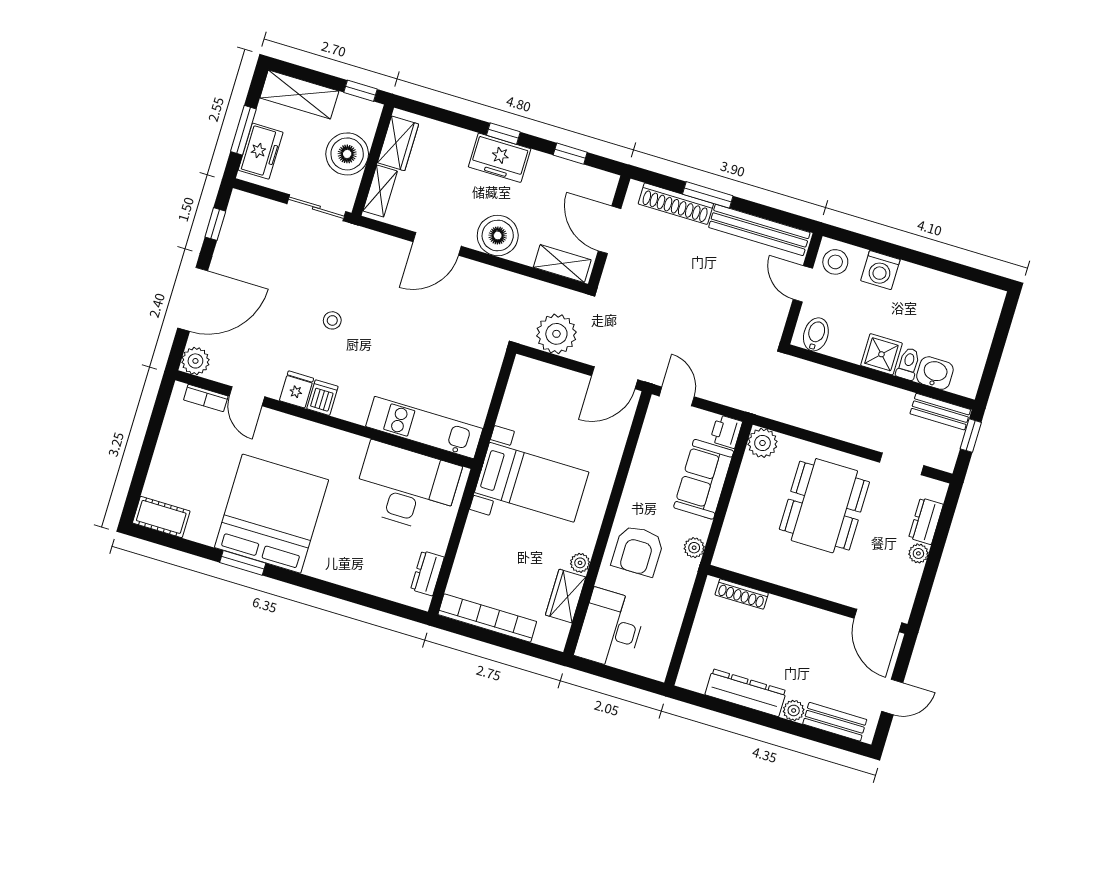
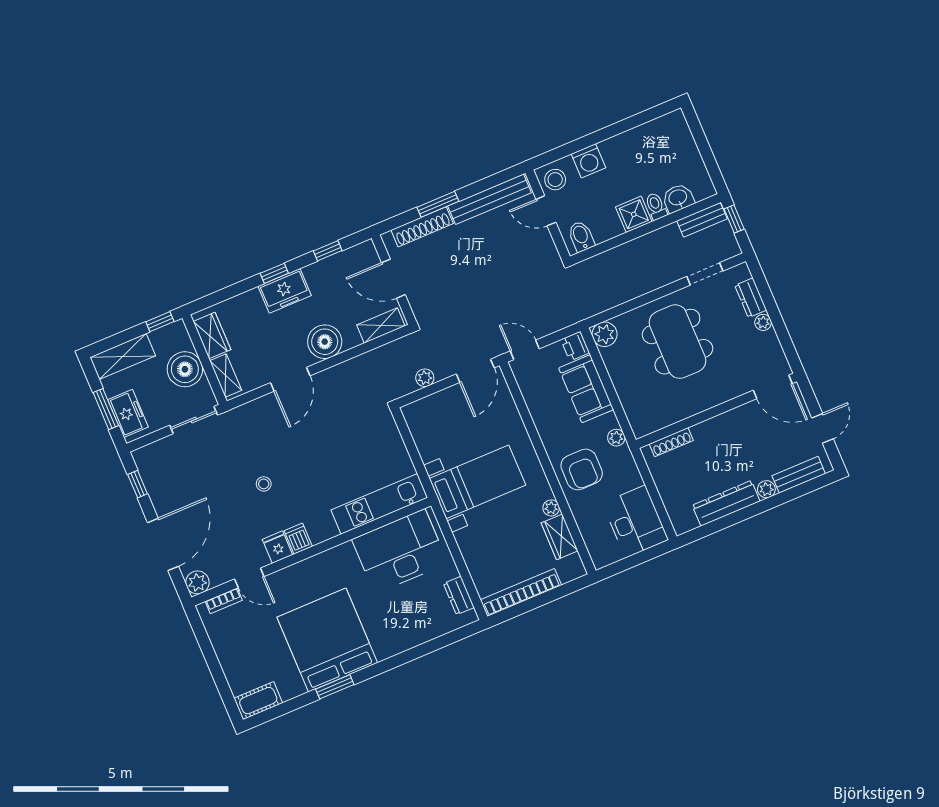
plant: (556, 334) -> (425, 378), width x0.53, depth x0.53
desk: (611, 629) -> (635, 522), moved, turned 180

